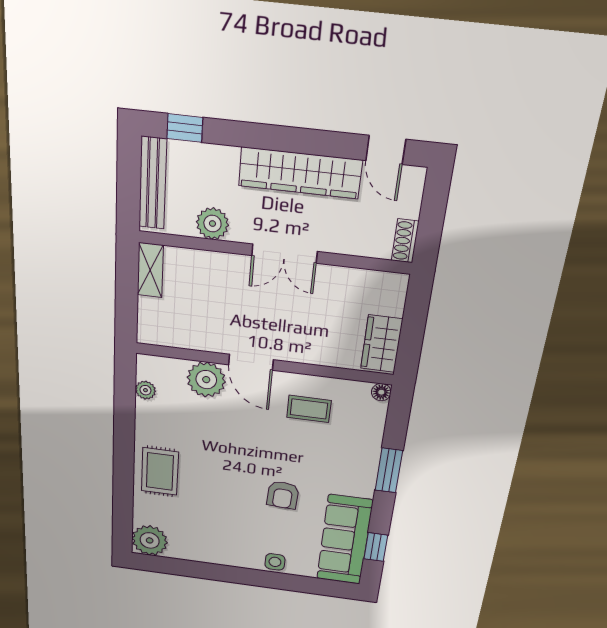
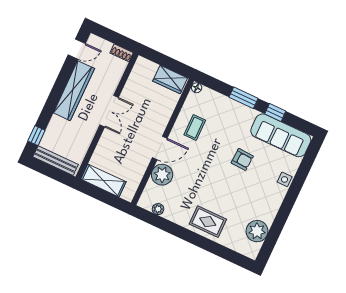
plant: (212, 224) -> (84, 140), removed
shelving: (150, 270) -> (103, 180), width x1.50, depth x1.33
plant: (150, 540) -> (257, 231), moved
window: (376, 547) -> (275, 113), moved

